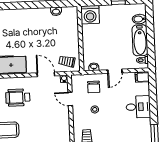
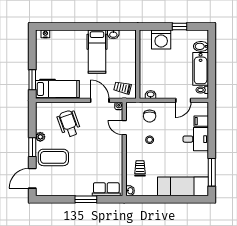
washing machine: (90, 15) -> (161, 39), moved
hospital bed: (41, 28) -> (97, 52), added
door: (115, 71) -> (183, 100), moved
filing cabinet: (142, 77) -> (201, 121), moved
wheelchair: (18, 97) -> (69, 124), turned 70

